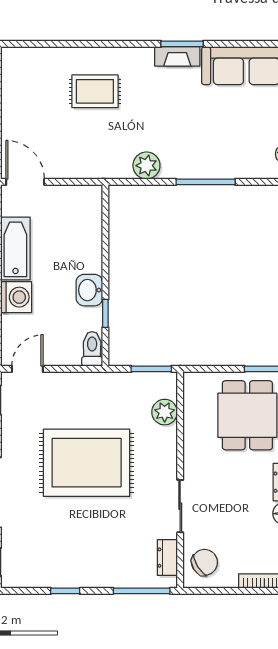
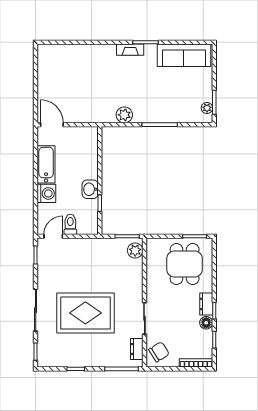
fireplace: (177, 56) -> (130, 50), moved
rug: (95, 91) -> (94, 71), removed
toilet: (92, 349) -> (70, 224), moved
plant: (165, 412) -> (135, 251), moved
rug: (87, 463) -> (85, 313), moved

